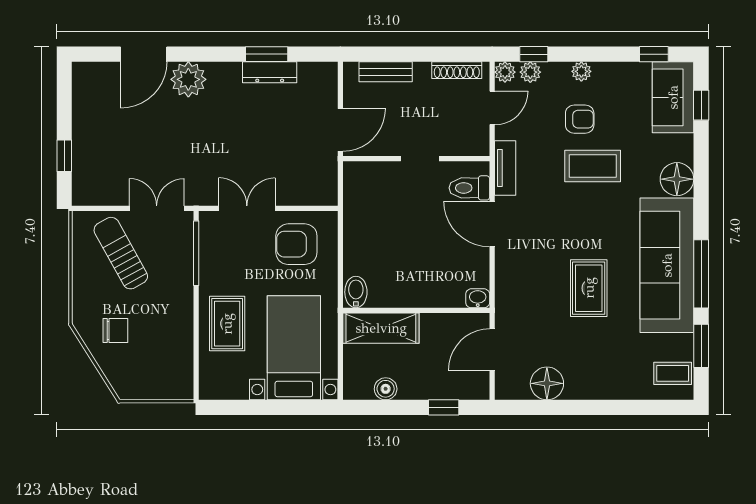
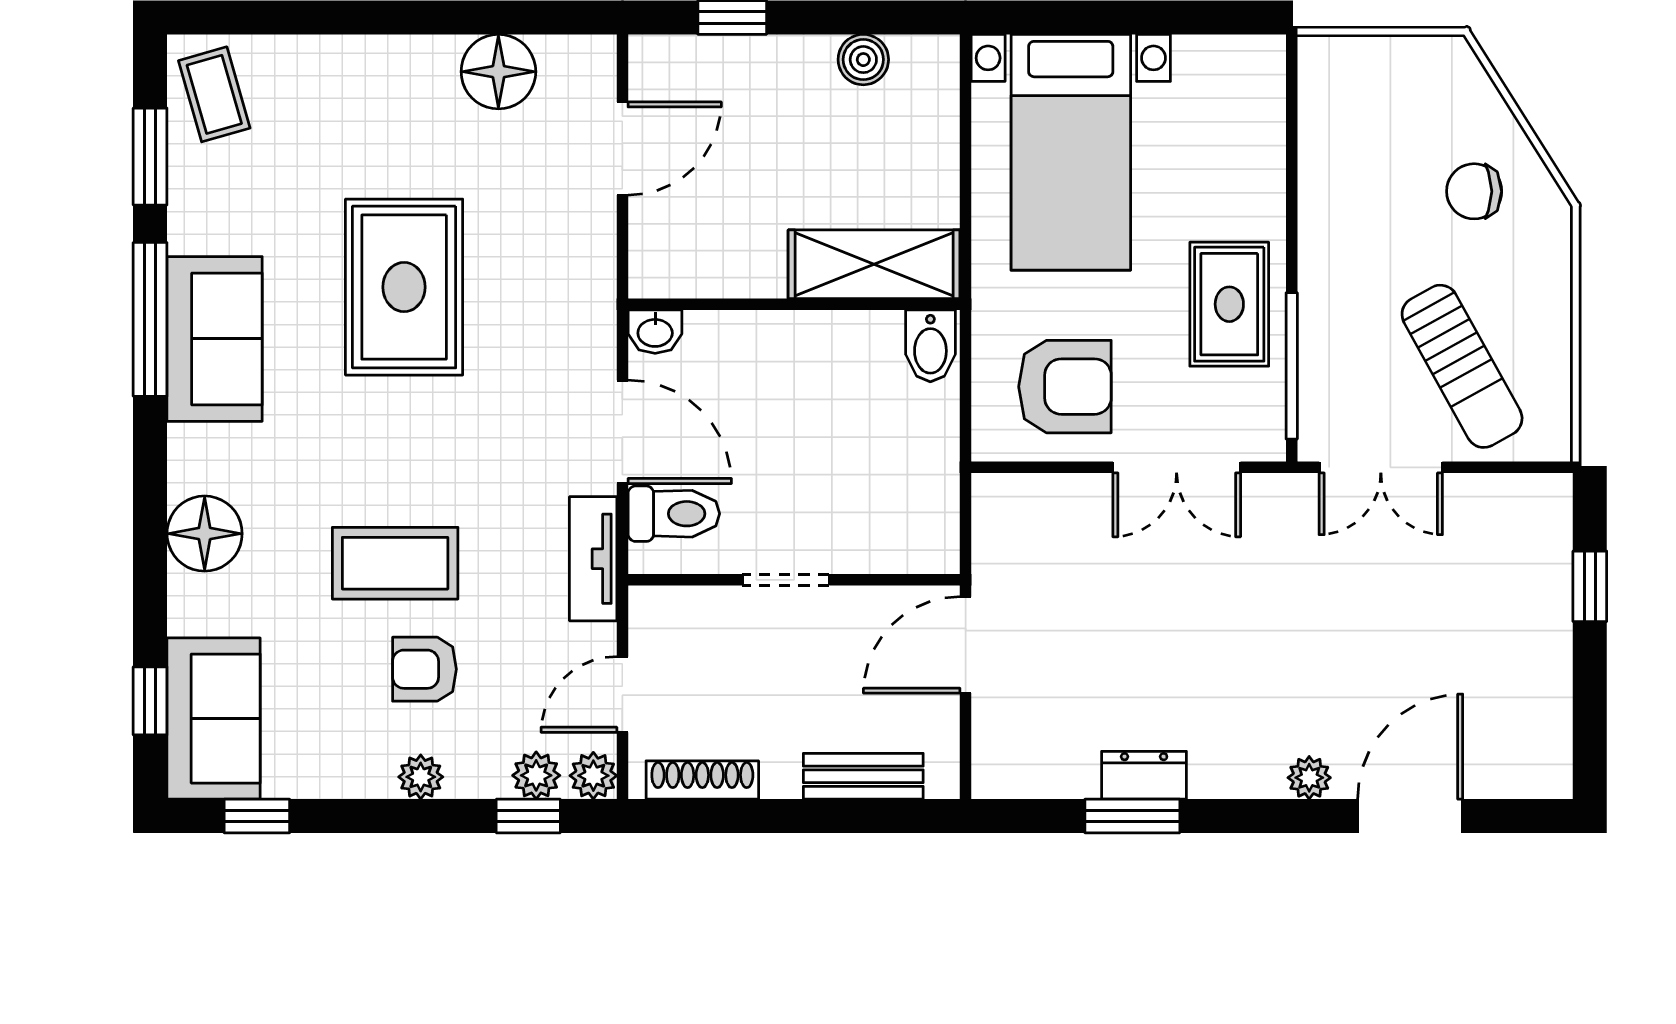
dresser: (270, 72) -> (1144, 775), width x0.70
plant: (188, 79) -> (1309, 778), width x0.53, depth x0.53
sofa: (667, 265) -> (215, 339), width x0.54, depth x0.79
rug: (589, 288) -> (404, 287), width x1.36, depth x1.43
bidet: (356, 292) -> (930, 346), moved
washbasin: (478, 298) -> (655, 332), moved
wall: (416, 310) -> (794, 304), moved
rug: (227, 324) -> (1229, 304), moved
shelving: (381, 328) -> (874, 264), moved
coffee table: (673, 373) -> (214, 94), turned 74

